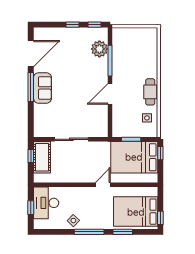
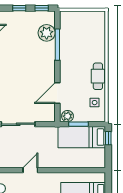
door: (110, 94) -> (57, 93), moved
plant: (120, 131) -> (68, 116), added
bed: (134, 157) -> (82, 137), width x0.67
door: (103, 185) -> (30, 170), moved

